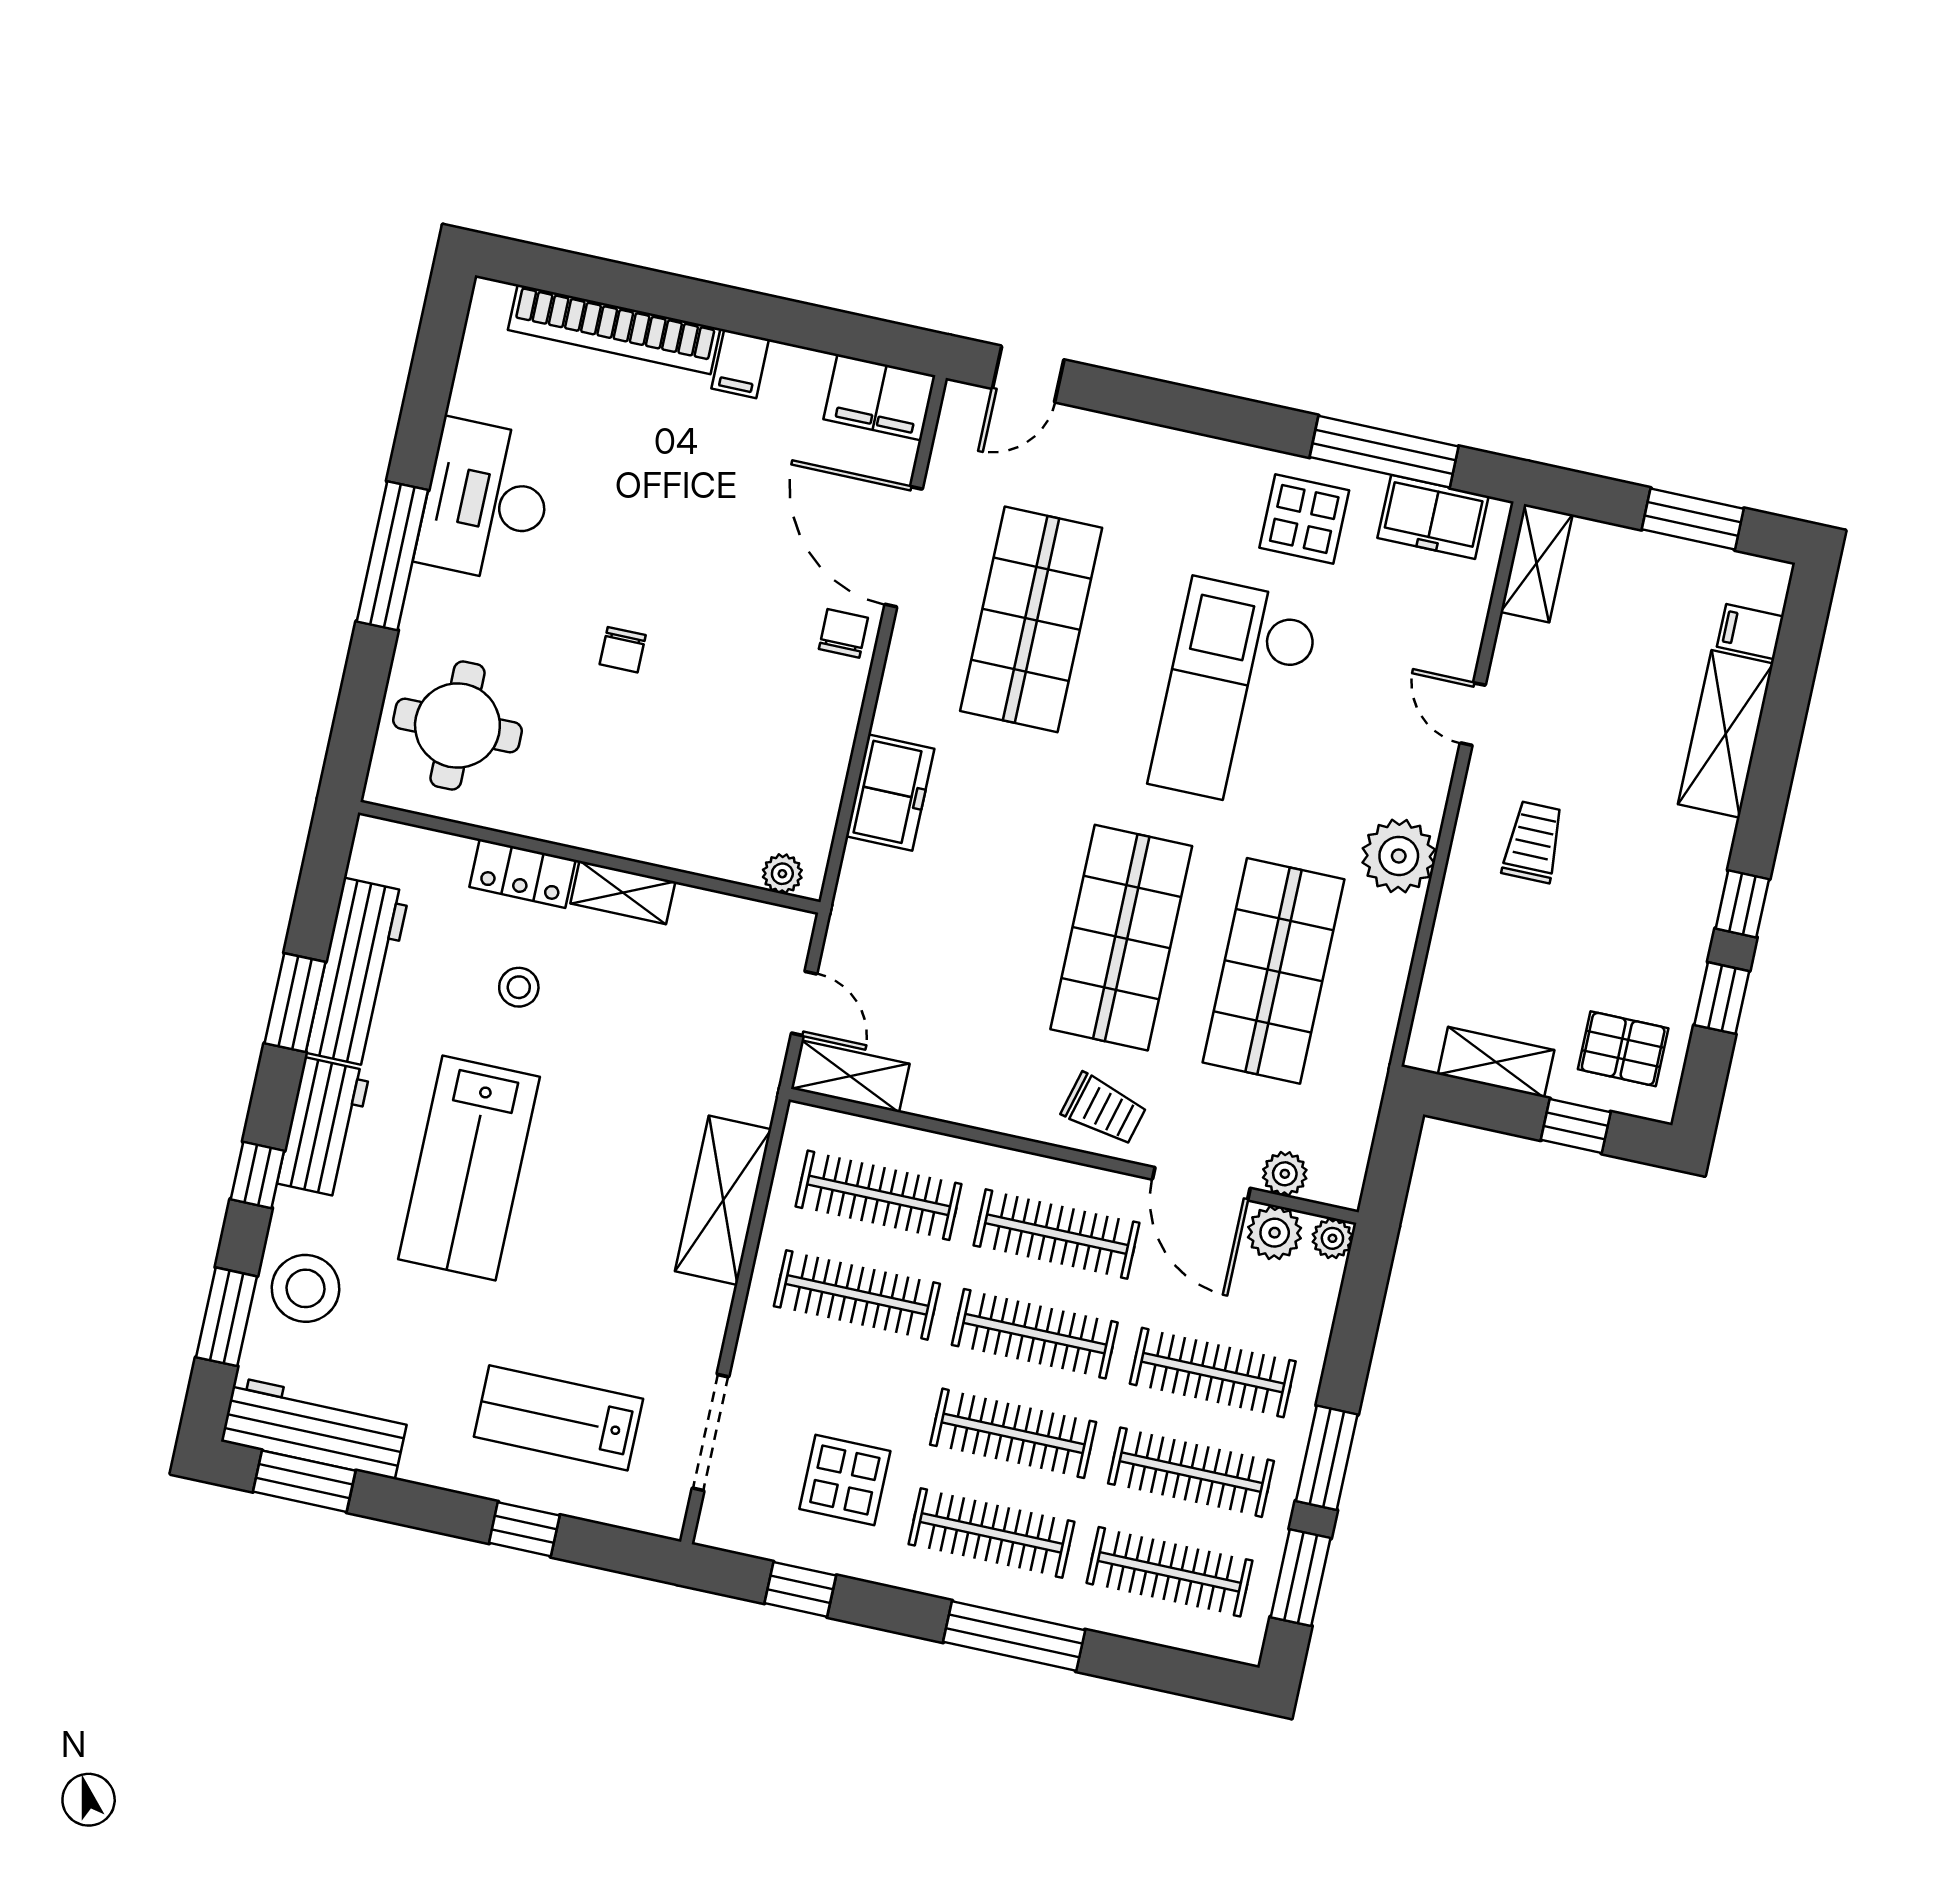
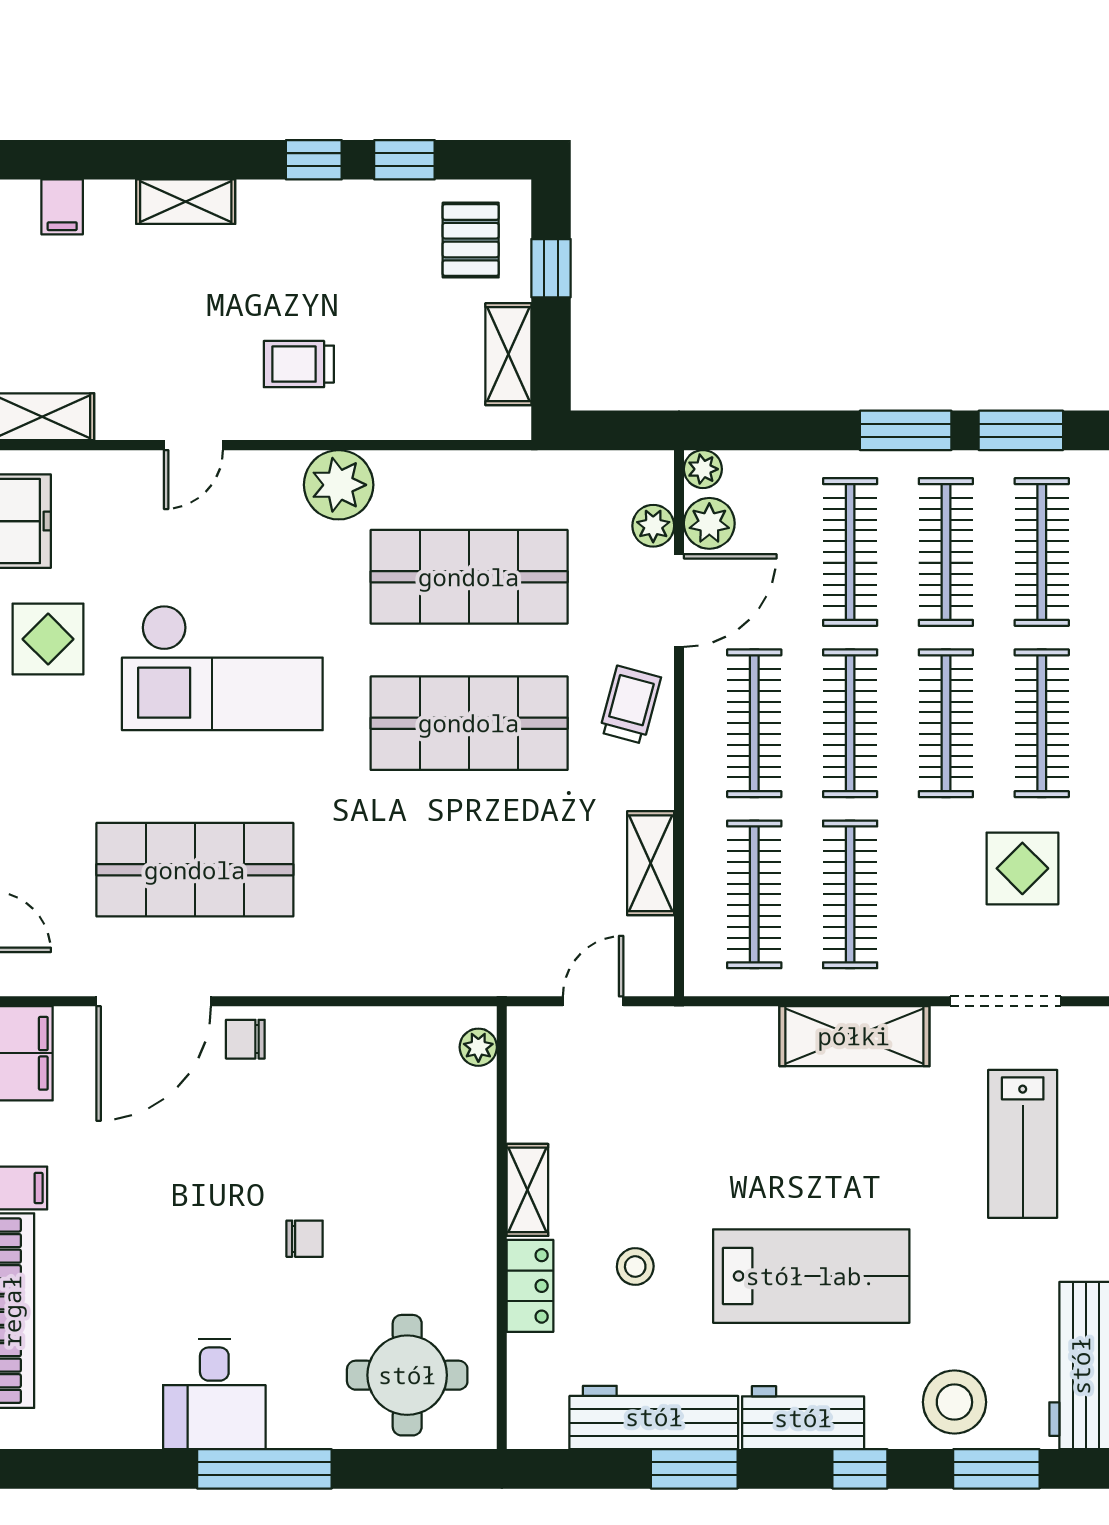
desk: (486, 501) -> (214, 1394), width x0.73
shelving: (1726, 734) -> (186, 202), width x0.67, depth x0.75
freezer: (890, 792) -> (382, 964), removed
shelving: (850, 1076) -> (651, 863), moved
shelving: (723, 1200) -> (854, 1036), moved

